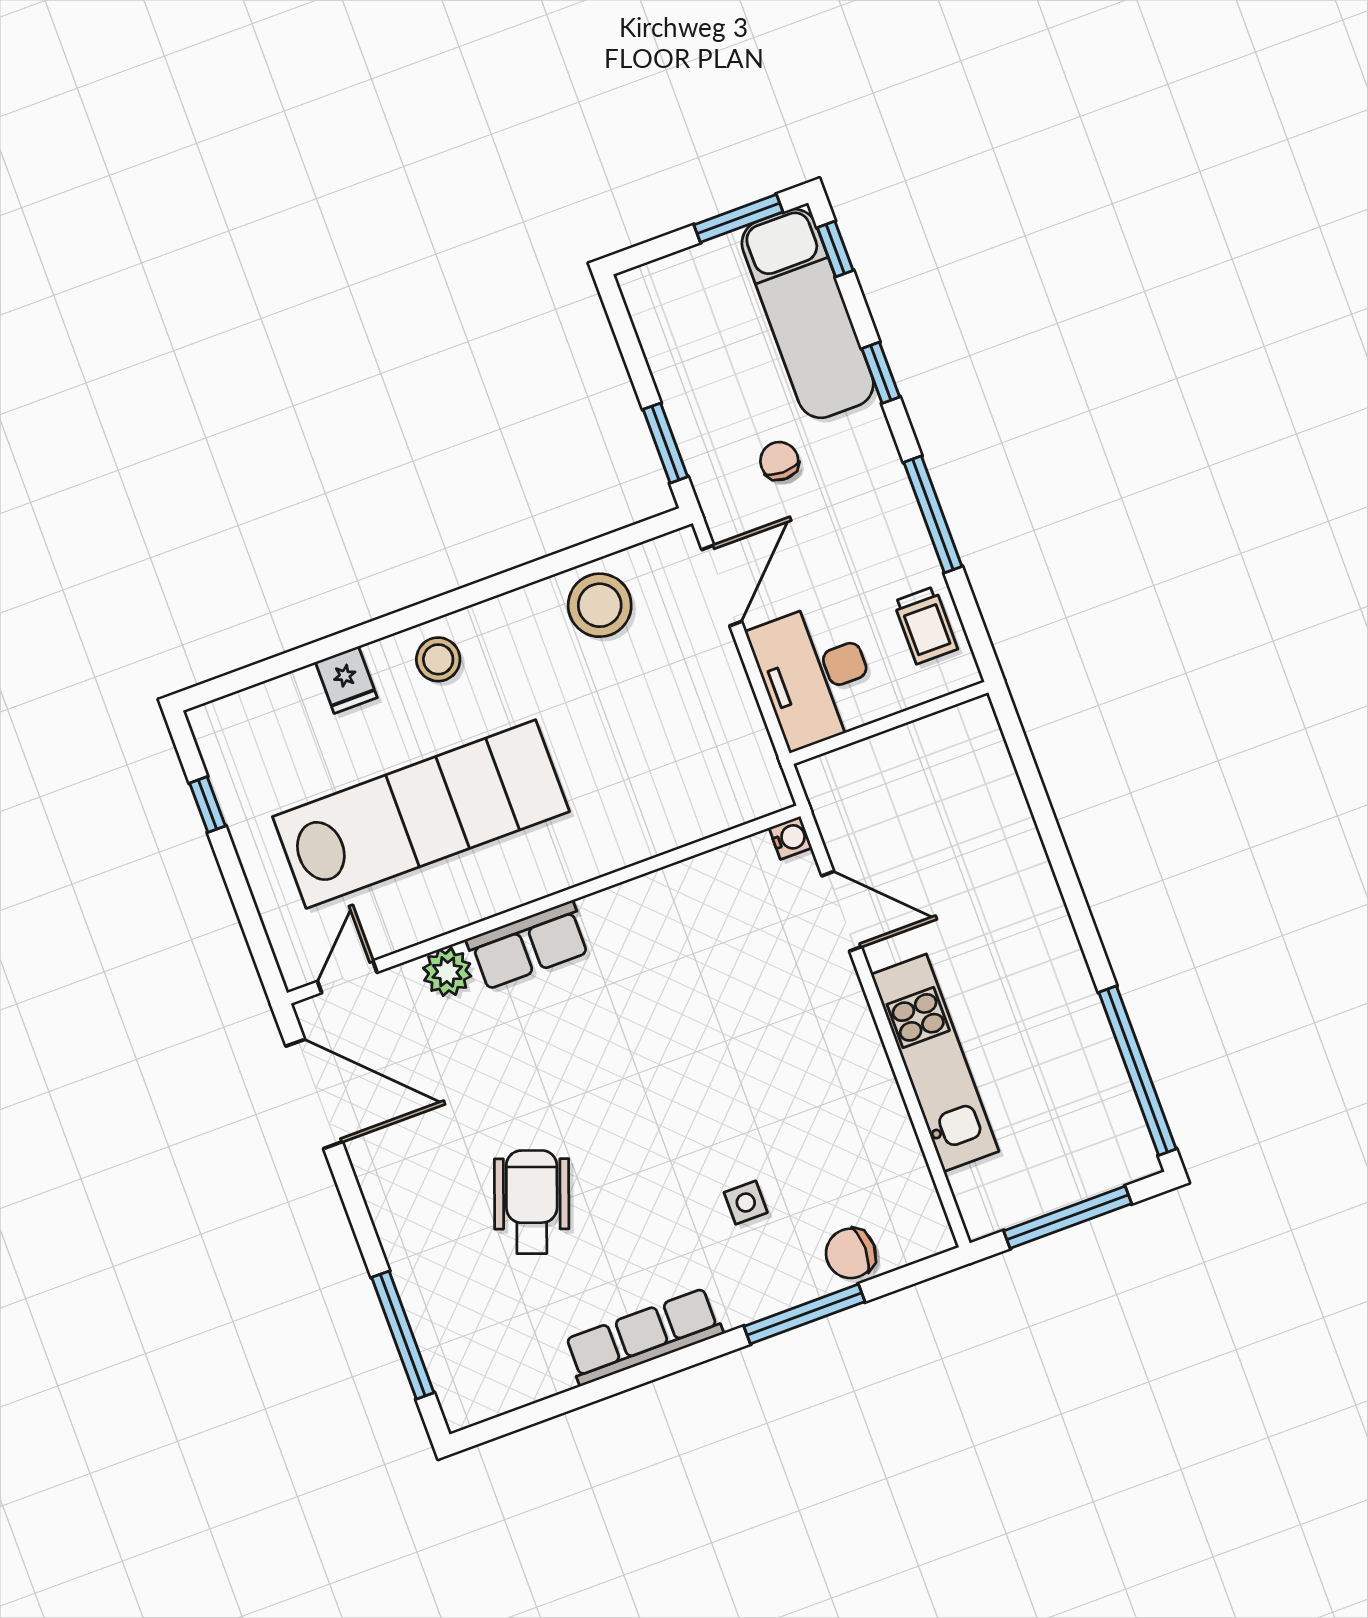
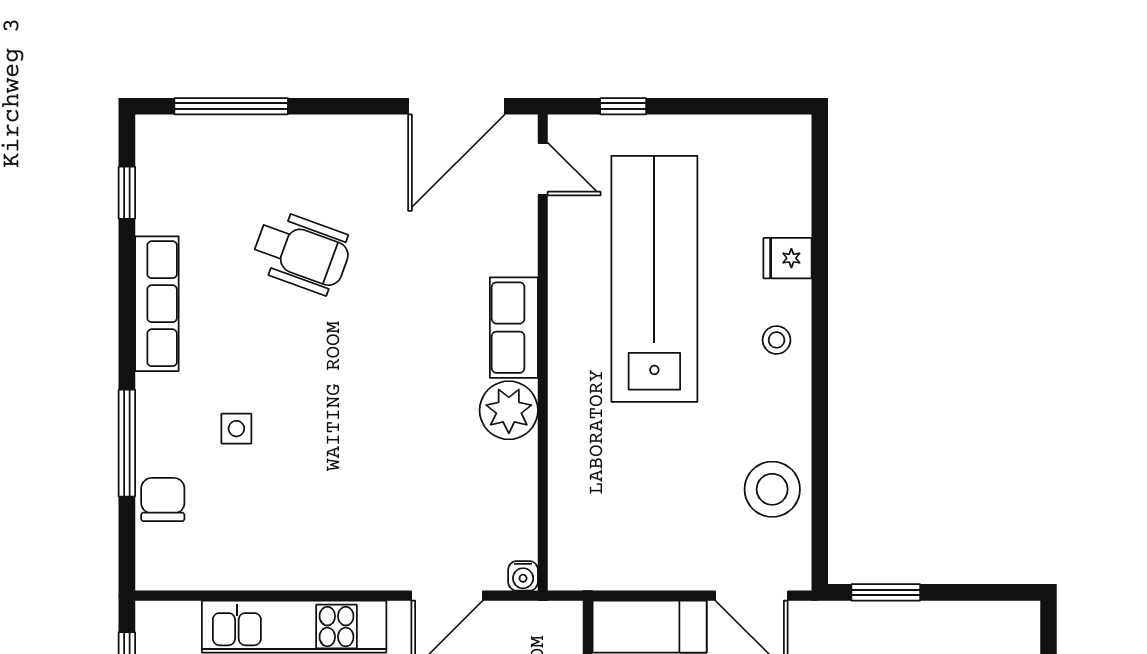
stool: (438, 659) -> (777, 340), width x0.73, depth x0.73
window: (208, 804) -> (623, 106), moved
lab bench: (421, 814) -> (654, 279), turned 180
plant: (447, 972) -> (509, 410), moved, width x1.36, depth x1.36
window: (536, 1413) -> (127, 193), added

